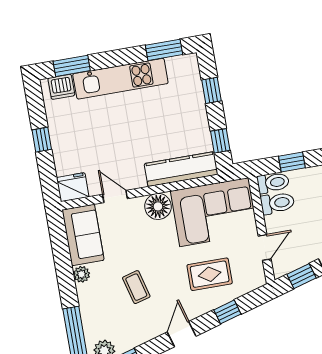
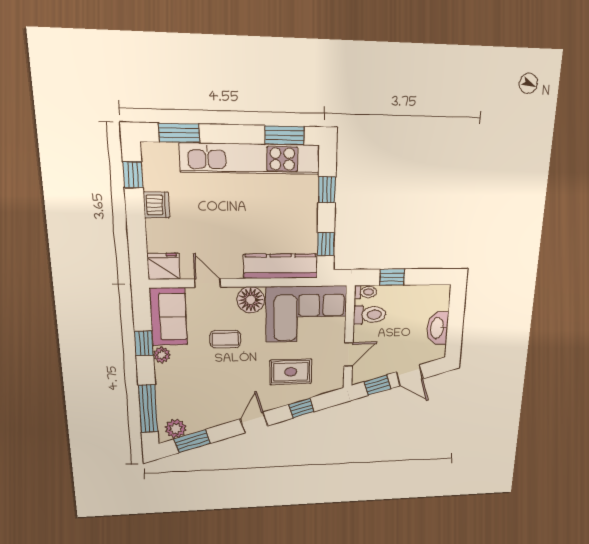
kitchen unit: (120, 79) -> (250, 159), width x1.36
dishwasher: (61, 87) -> (156, 205), moved, turned -90
window: (42, 140) -> (133, 175), moved
toilet: (273, 183) -> (366, 292), width x0.73, depth x0.72
window: (63, 265) -> (144, 343), added
coffee table: (136, 287) -> (225, 339), moved, turned -75

